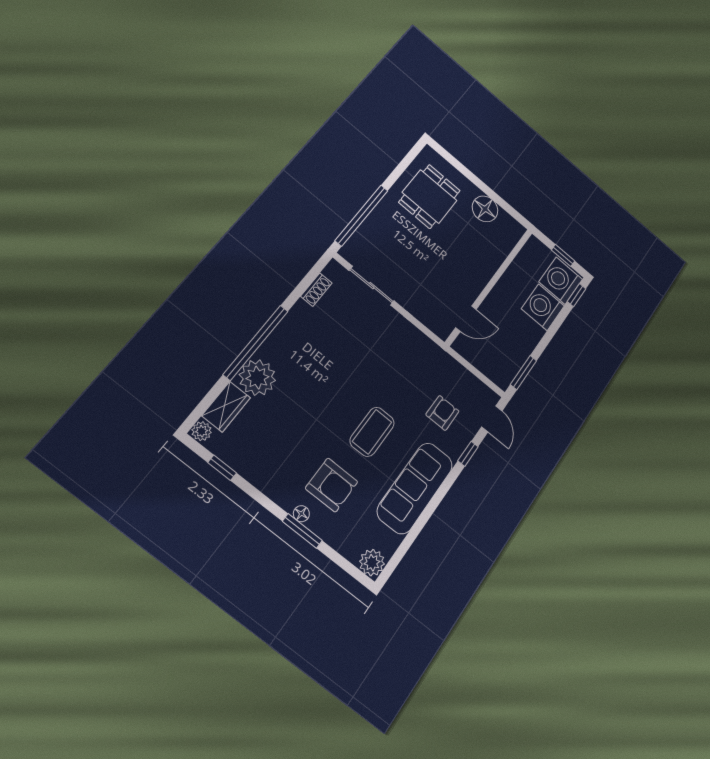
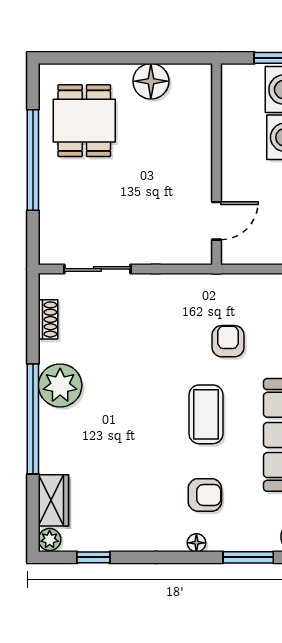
window: (362, 215) -> (33, 160), moved
plant: (257, 378) -> (60, 385), moved
armchair: (442, 413) -> (228, 341), moved
armchair: (332, 485) -> (205, 495), width x0.72, depth x0.72
window: (302, 531) -> (248, 557), moved

